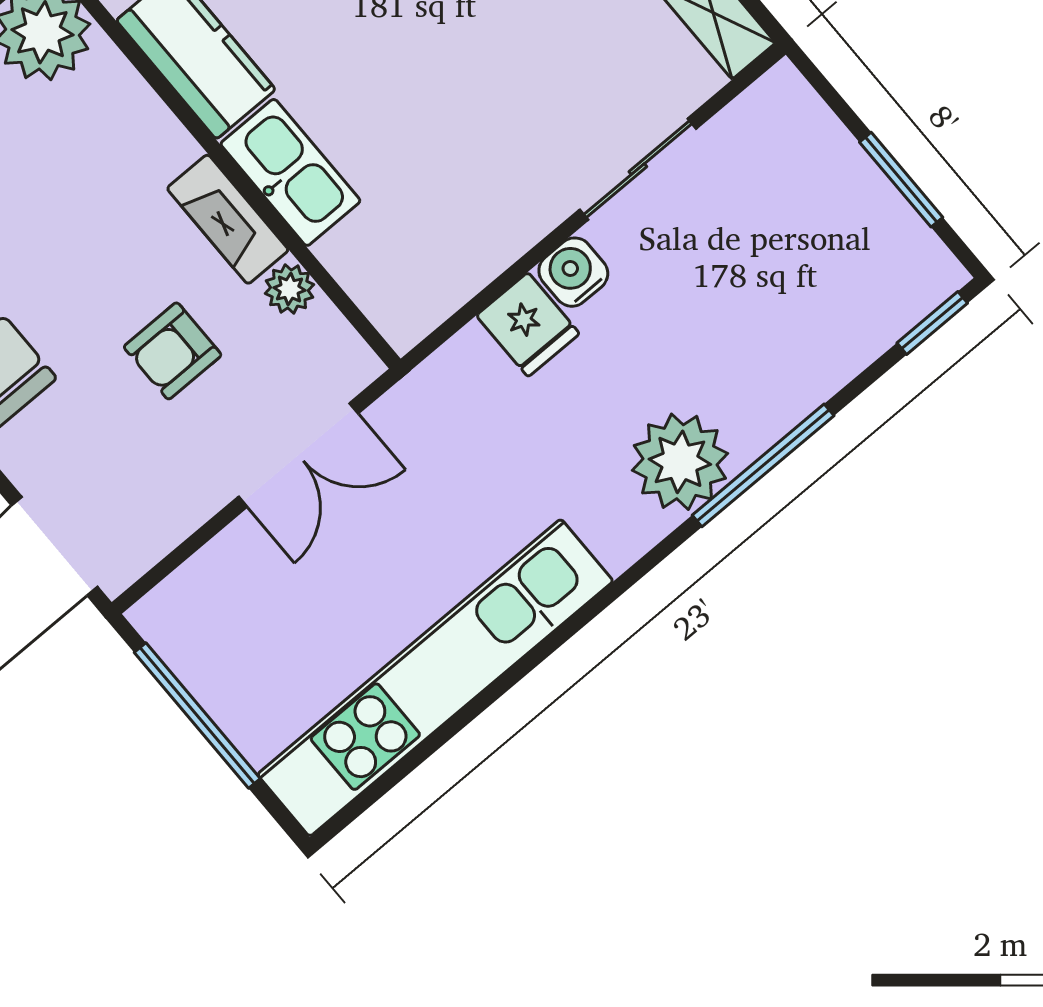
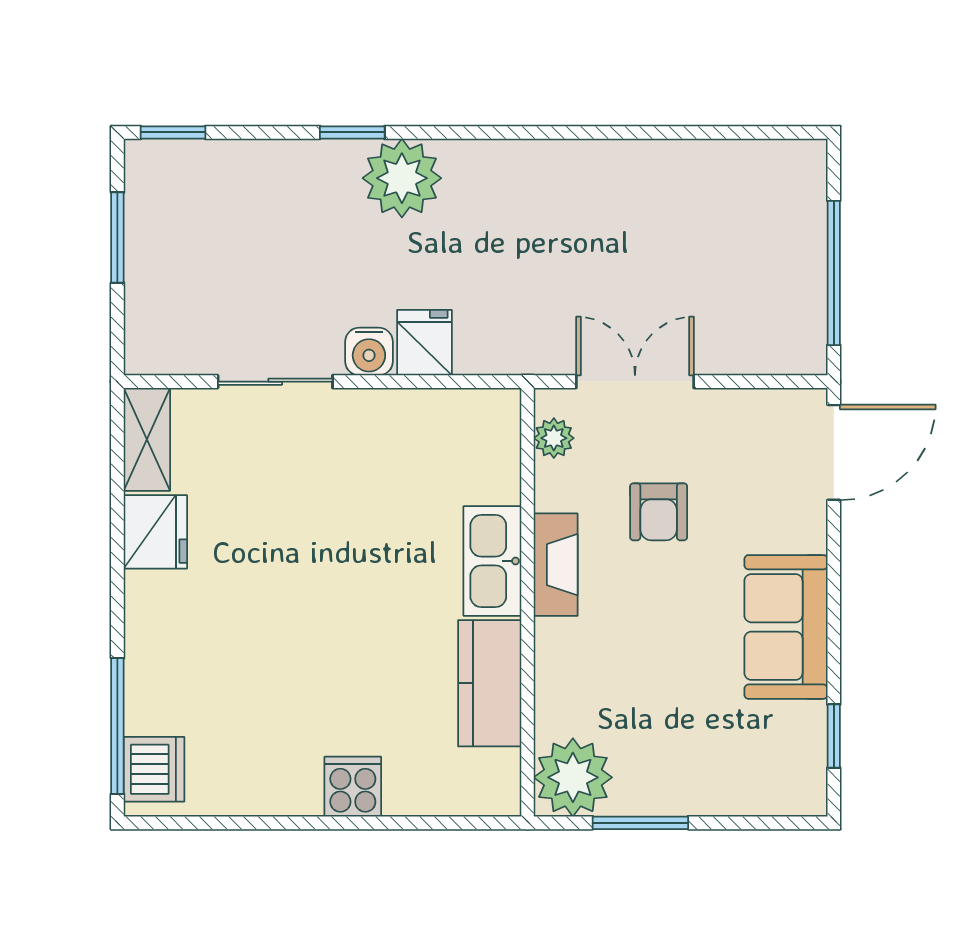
plant: (289, 289) -> (554, 438), moved
armchair: (173, 351) -> (659, 512), turned 90
window: (763, 465) -> (352, 132), width x0.46
kitchen unit: (435, 678) -> (666, 172), removed

